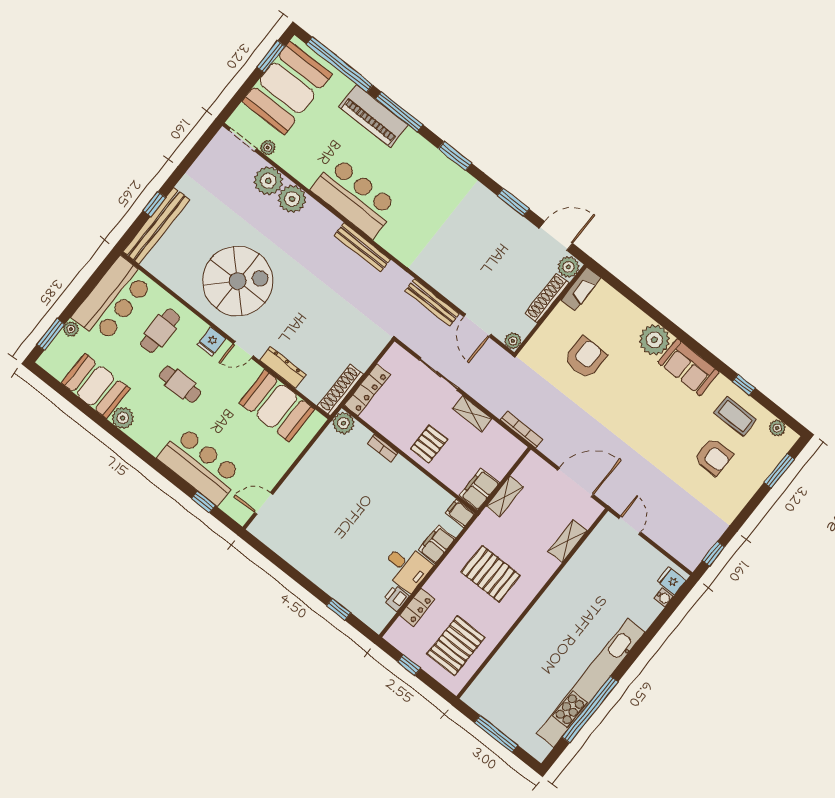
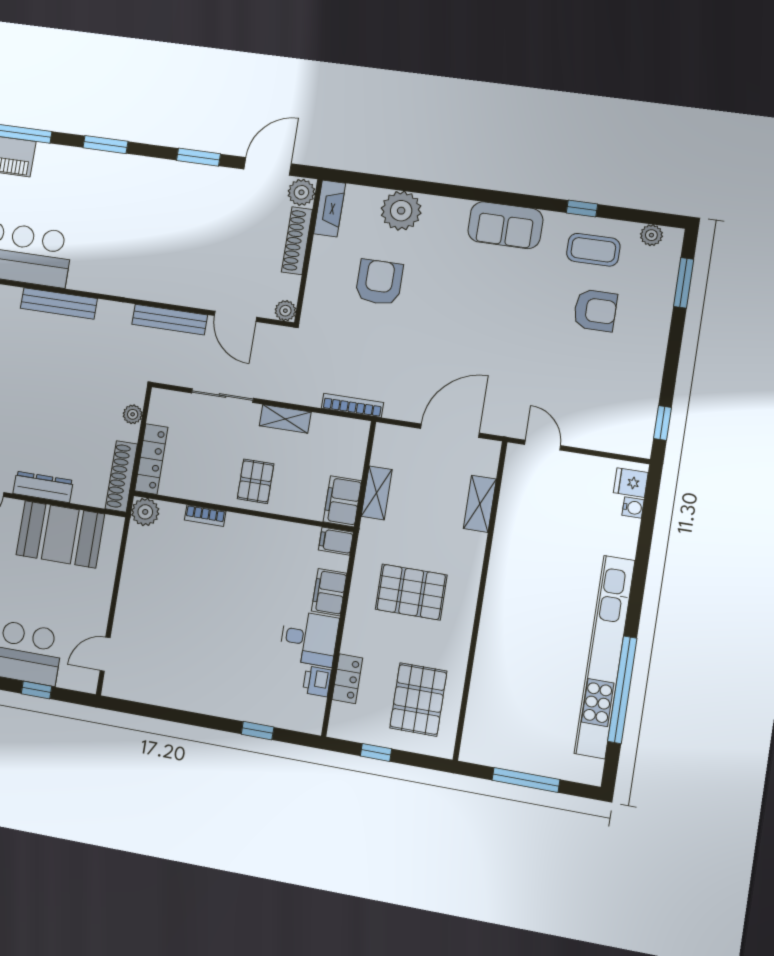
plant: (654, 340) -> (401, 211), moved
plant: (371, 352) -> (133, 414), added

